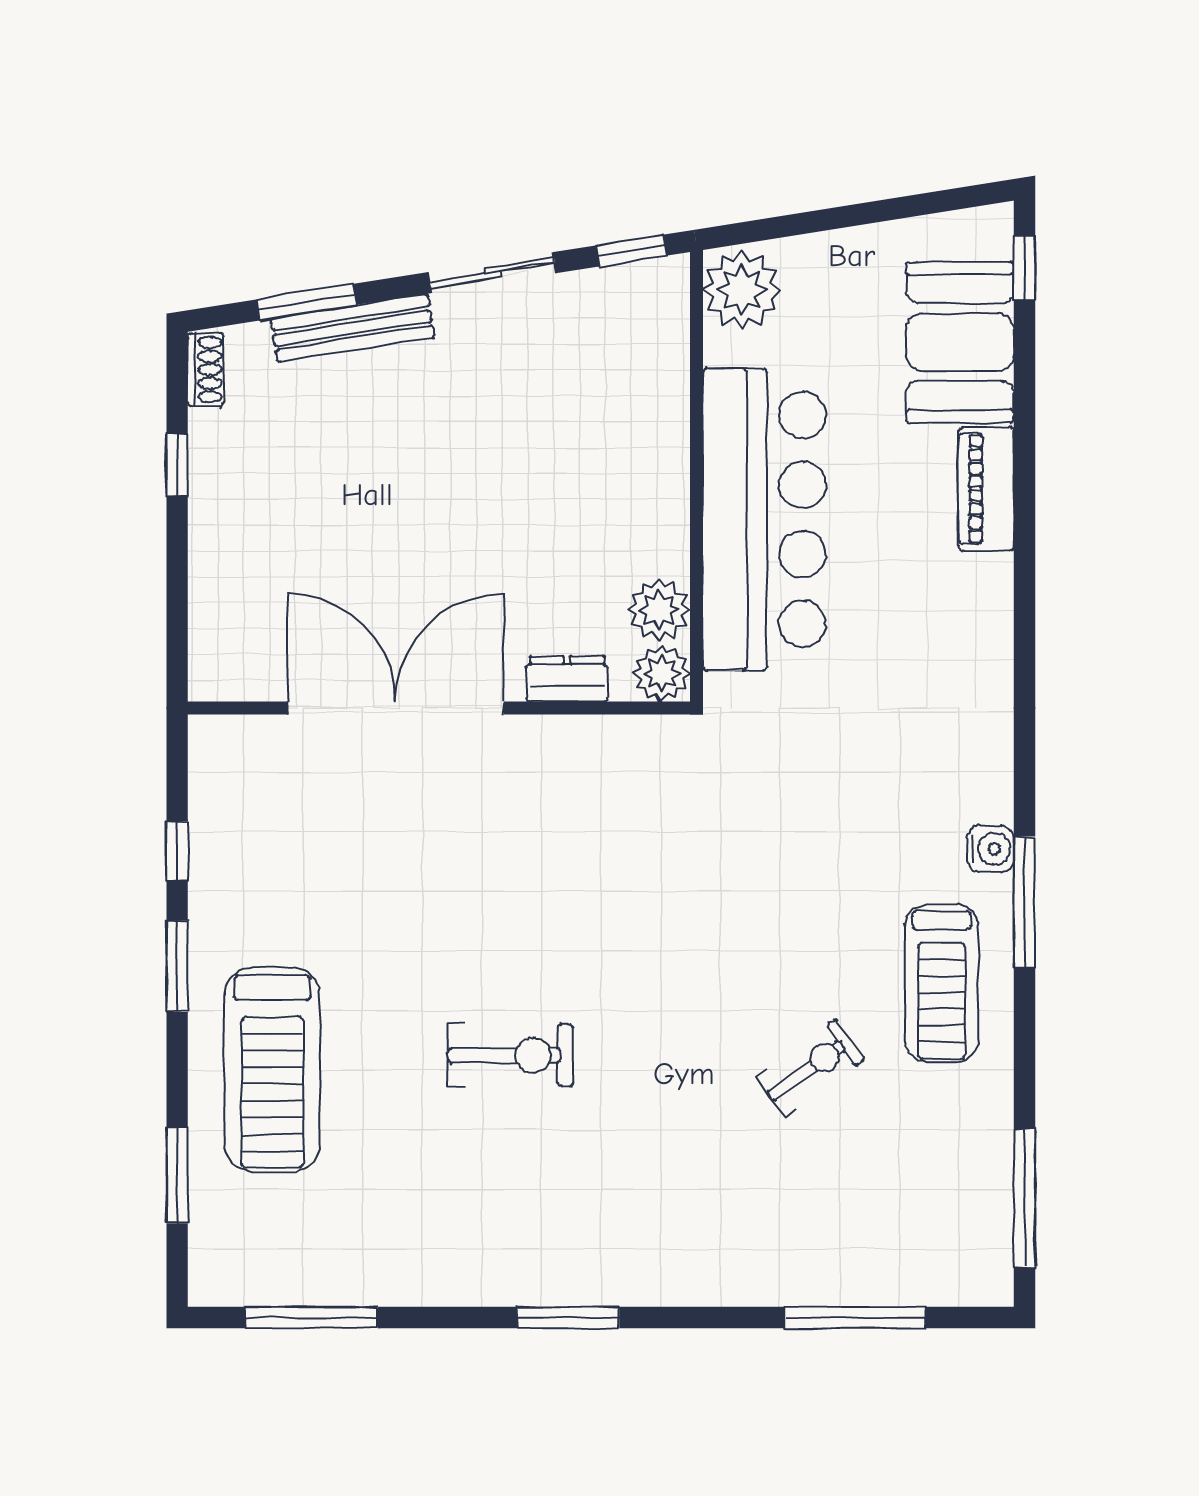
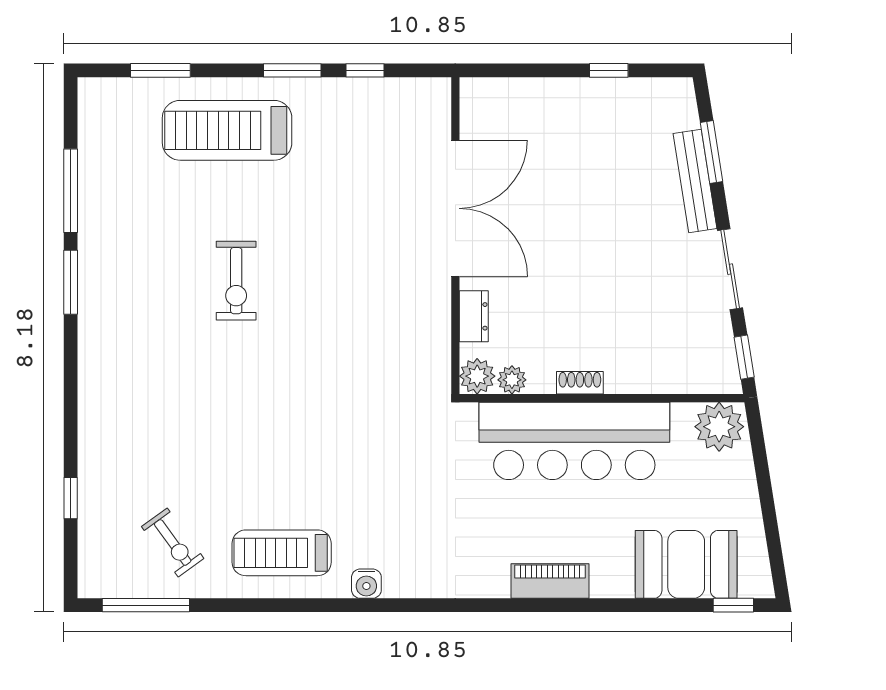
shoe rack: (206, 370) -> (580, 383), moved, turned 180
piano: (986, 489) -> (550, 581), moved
plant: (659, 610) -> (512, 380), width x0.73, depth x0.73
window: (1025, 902) -> (333, 605), removed
exercise bike: (810, 1068) -> (173, 542), moved
window: (311, 1318) -> (71, 191), moved
window: (568, 1318) -> (71, 282), moved
window: (855, 1318) -> (71, 498), width x0.46

